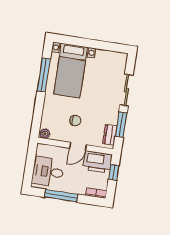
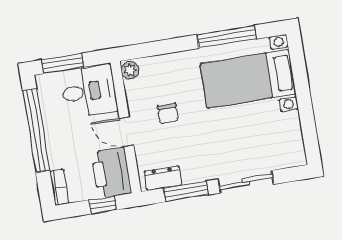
window: (29, 169) -> (63, 63), added
desk: (48, 172) -> (89, 91), moved, turned 90
window: (61, 196) -> (36, 131), width x1.46

